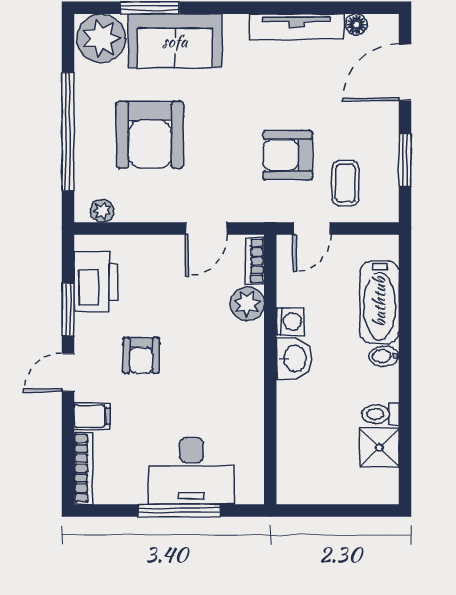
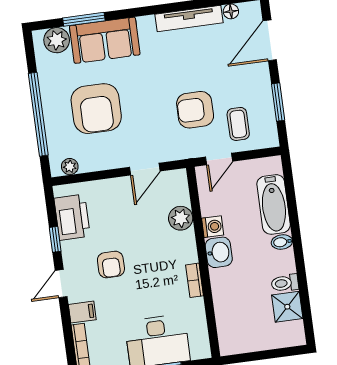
plant: (101, 38) -> (57, 40), width x0.73, depth x0.73
bookcase: (255, 261) -> (194, 280), moved
window: (68, 310) -> (55, 239), width x0.67

